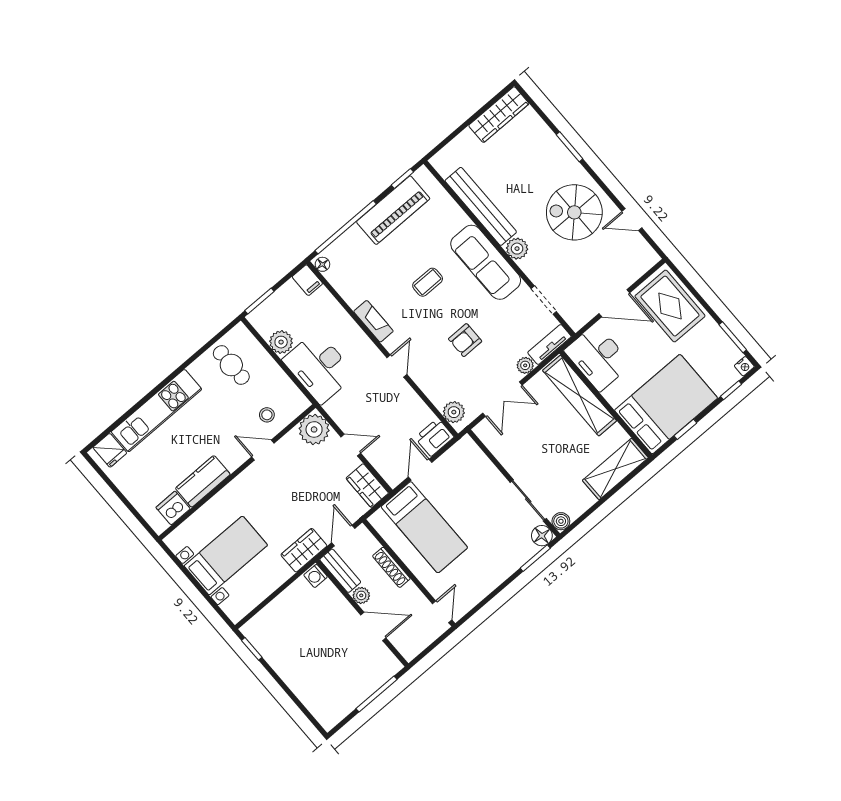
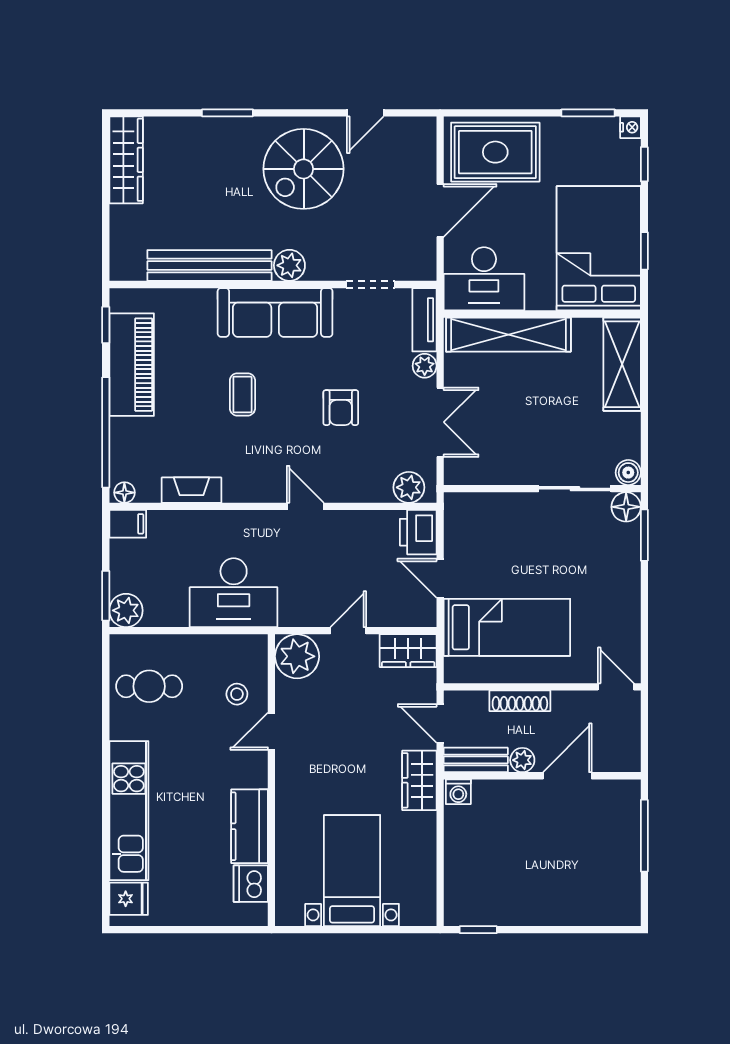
fireplace: (373, 321) -> (192, 490), moved
plant: (281, 342) -> (126, 610), moved

